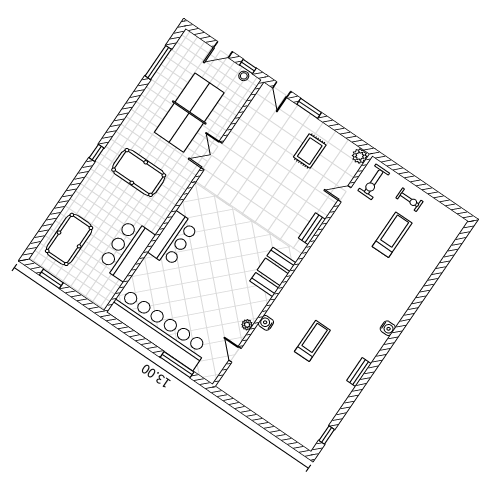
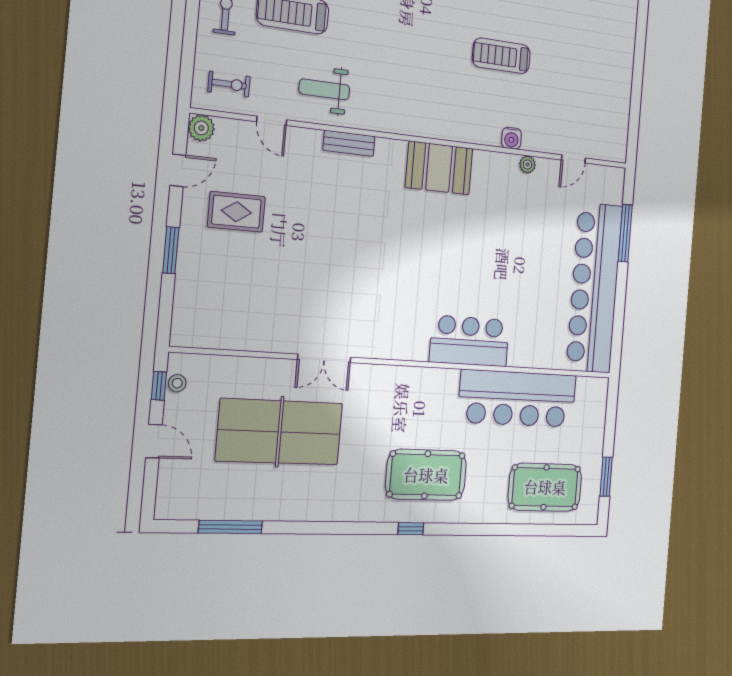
door: (282, 90) -> (178, 170), moved
pool table: (139, 173) -> (426, 475), moved, turned 90
exercise bike: (374, 182) -> (229, 84), width x0.73, depth x0.72
weight bench: (346, 230) -> (324, 89), added
bar counter: (126, 250) -> (517, 399), width x1.36

